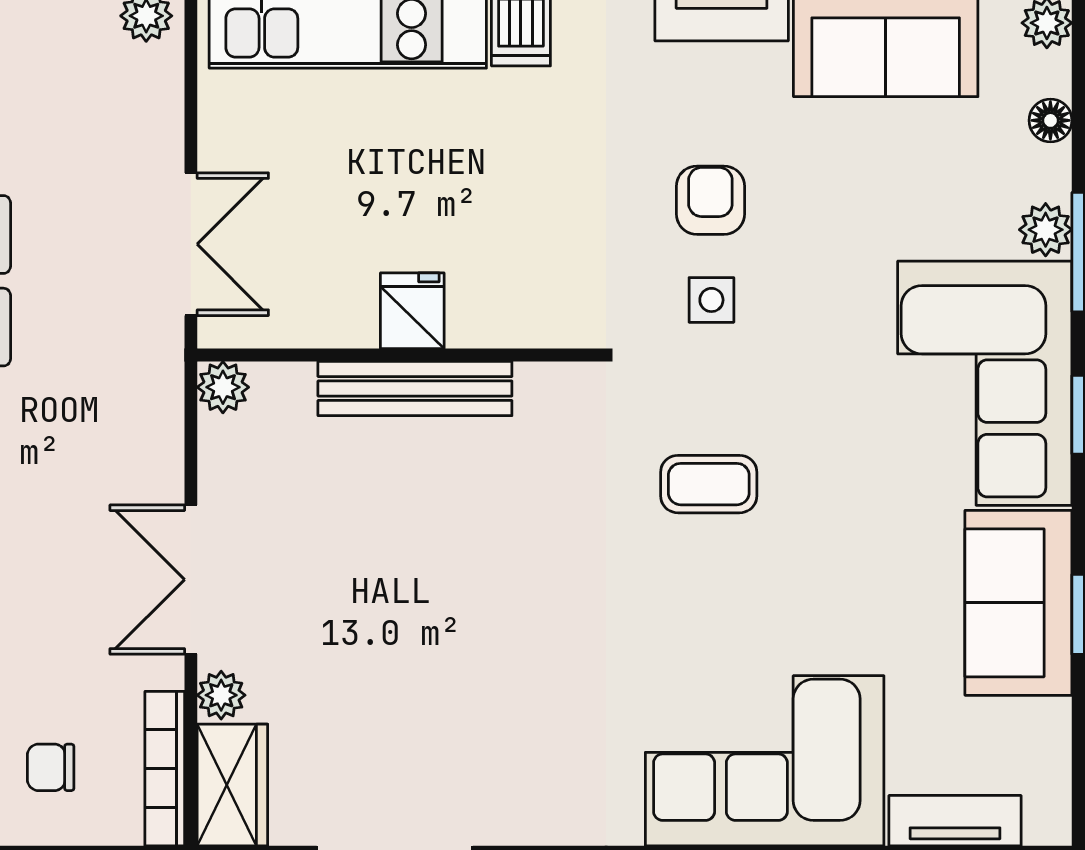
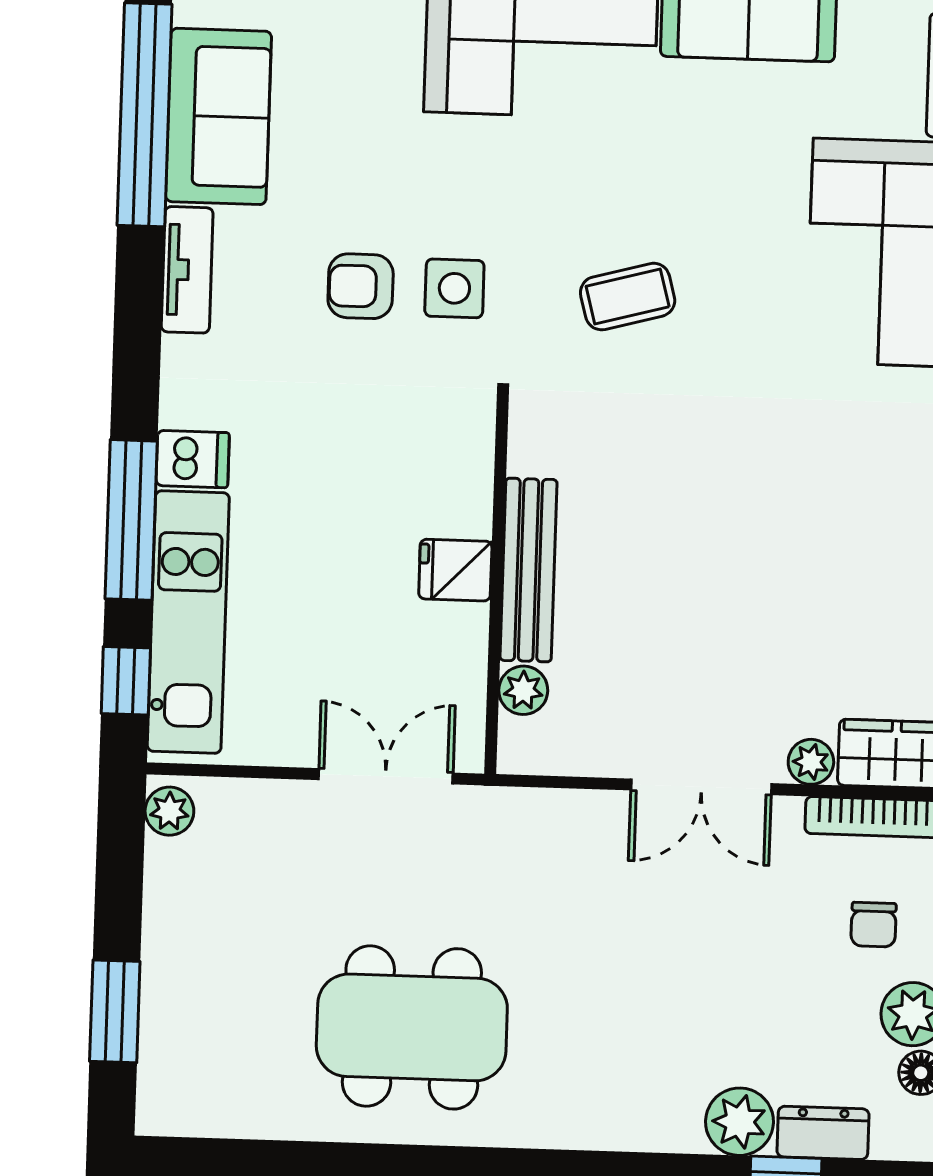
side table: (711, 300) -> (454, 288), width x1.37, depth x1.37
plant: (223, 387) -> (523, 690), moved
coffee table: (709, 484) -> (628, 297), turned 75

